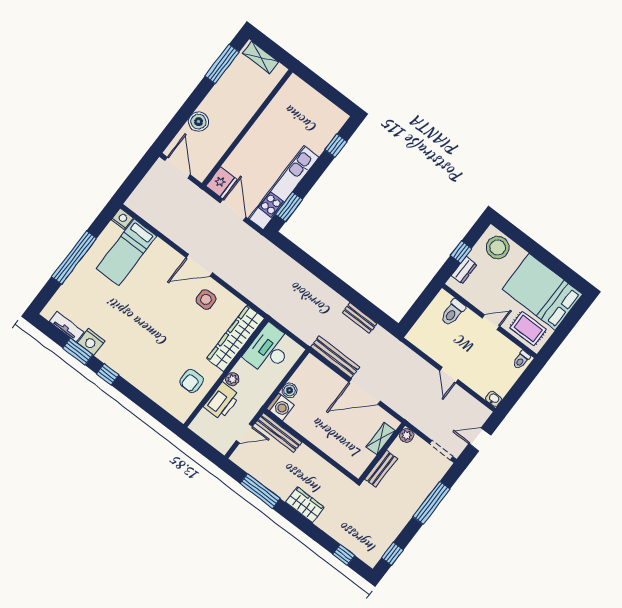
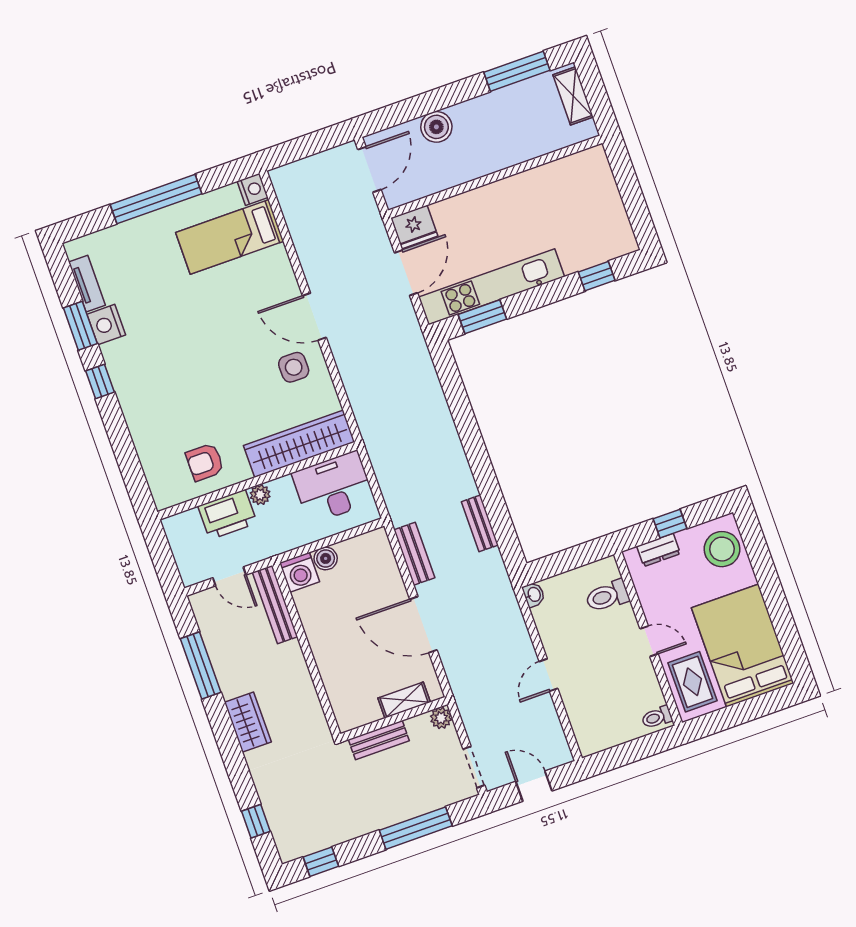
bench: (335, 357) -> (414, 554), width x0.73
washbasin: (494, 399) -> (534, 595), moved

